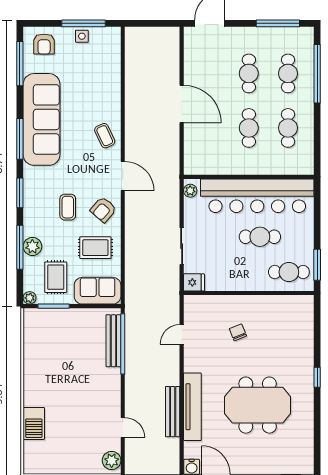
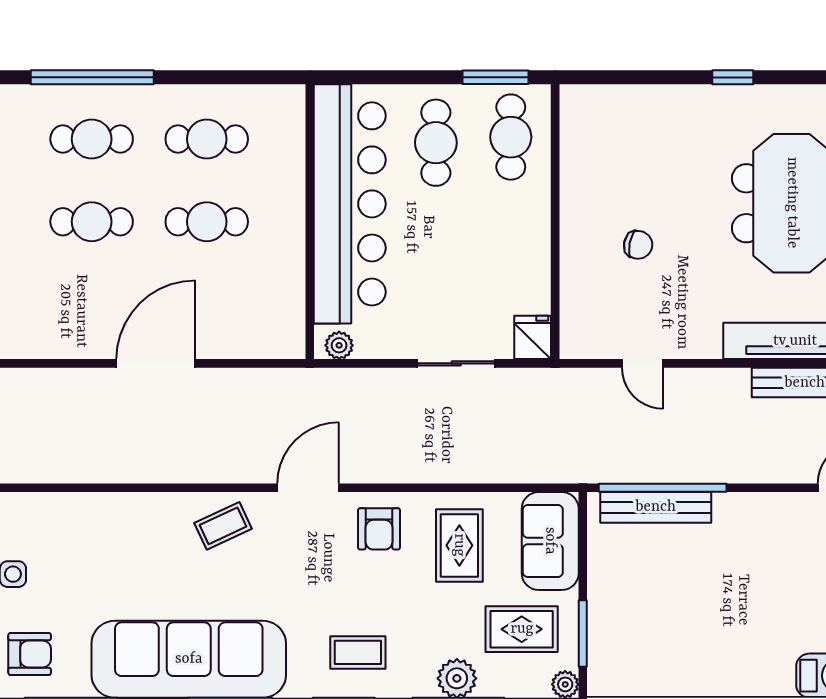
coffee table: (68, 207) -> (358, 652), moved
armchair: (103, 210) -> (379, 529), turned 49
cafe table: (260, 237) -> (436, 143), moved
chair: (238, 332) -> (638, 245), turned -147

